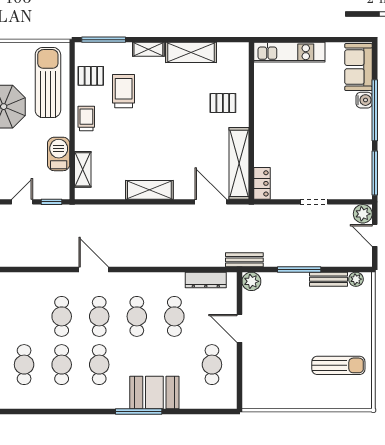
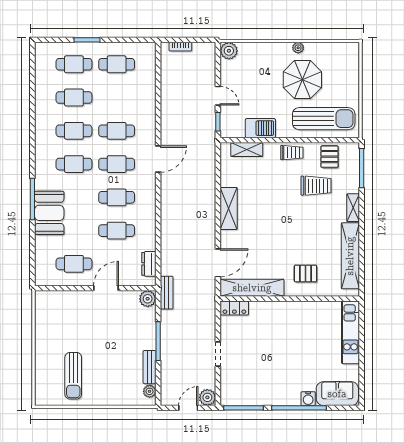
shelving: (191, 52) -> (350, 256), width x1.47
pallet: (223, 103) -> (305, 273), turned 90
dresser: (206, 280) -> (149, 264), width x0.70

